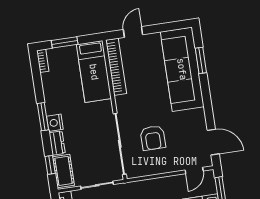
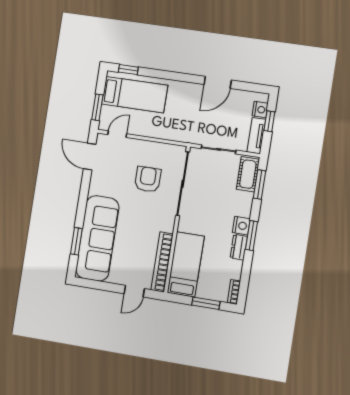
dresser: (57, 143) -> (239, 247), moved
window: (50, 165) -> (260, 184), width x1.50

